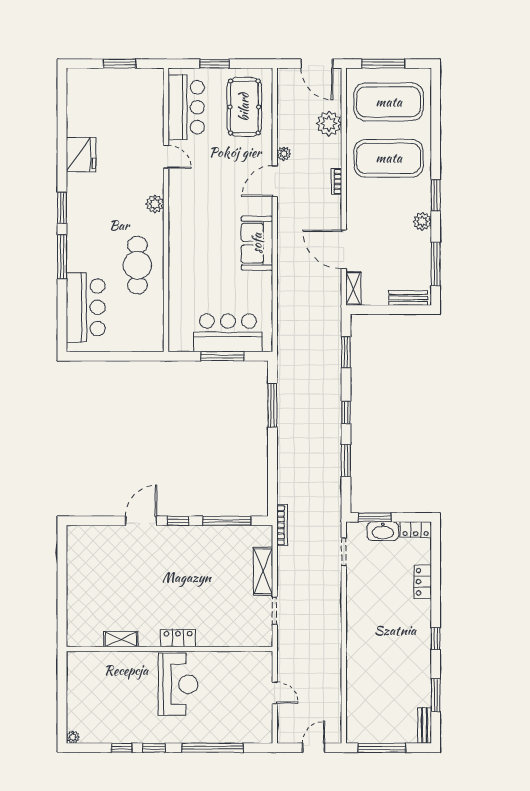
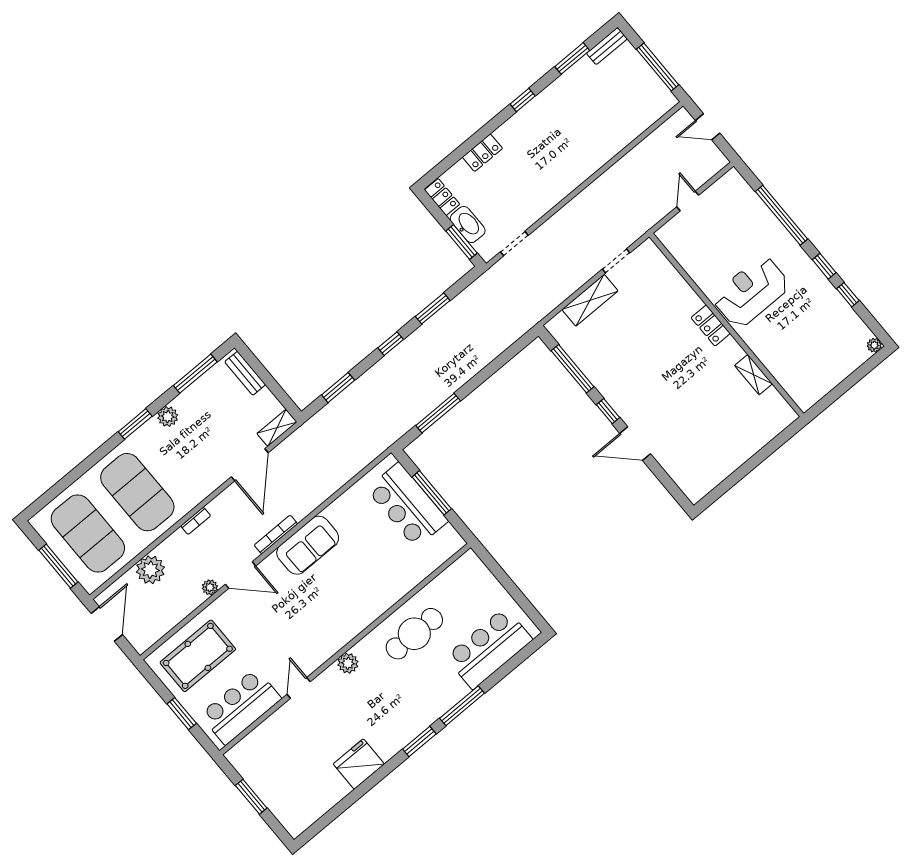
bookcase: (282, 525) -> (276, 535), moved

